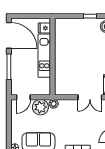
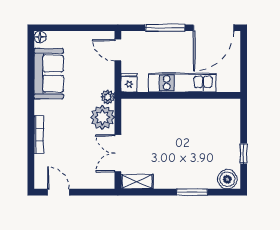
fridge: (44, 28) -> (129, 83), moved
plant: (40, 107) -> (102, 117), moved

